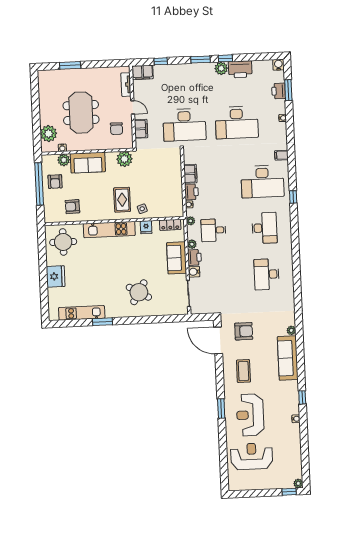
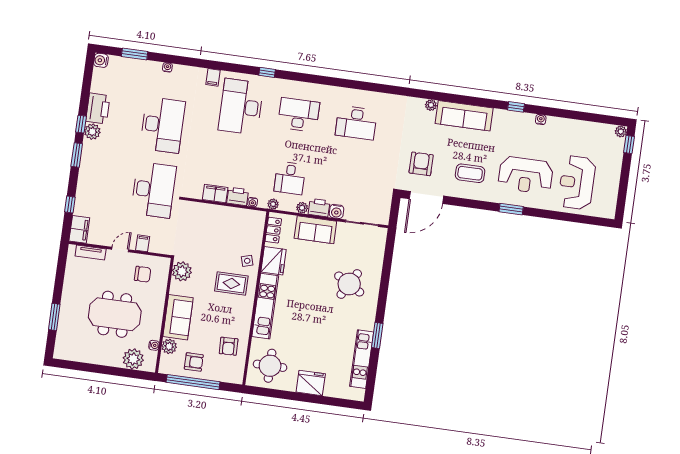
printer: (279, 91) -> (133, 66), removed
filing cabinet: (141, 129) -> (143, 243), width x0.50
desk: (262, 181) -> (241, 107), turned 180
fridge: (146, 227) -> (273, 261), width x1.88, depth x1.34

